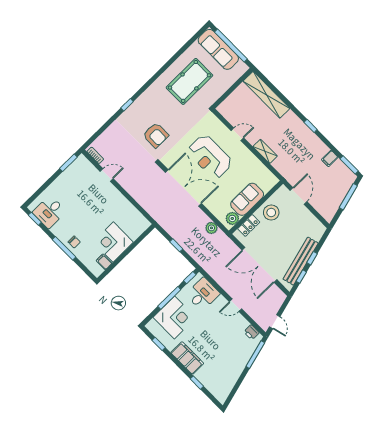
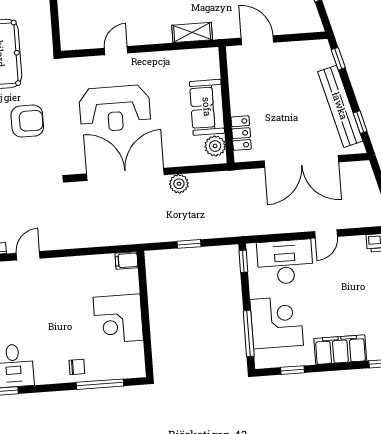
armchair: (156, 135) -> (27, 121), moved
shelving: (265, 151) -> (192, 32), moved
stool: (271, 213) -> (249, 91), removed
plant: (211, 228) -> (179, 184), moved
window: (64, 248) -> (100, 384), moved
window: (312, 258) -> (338, 59), moved
filing cabinet: (104, 262) -> (127, 260), moved
desk: (203, 294) -> (285, 262), width x1.37
window: (169, 298) -> (249, 333), moved

